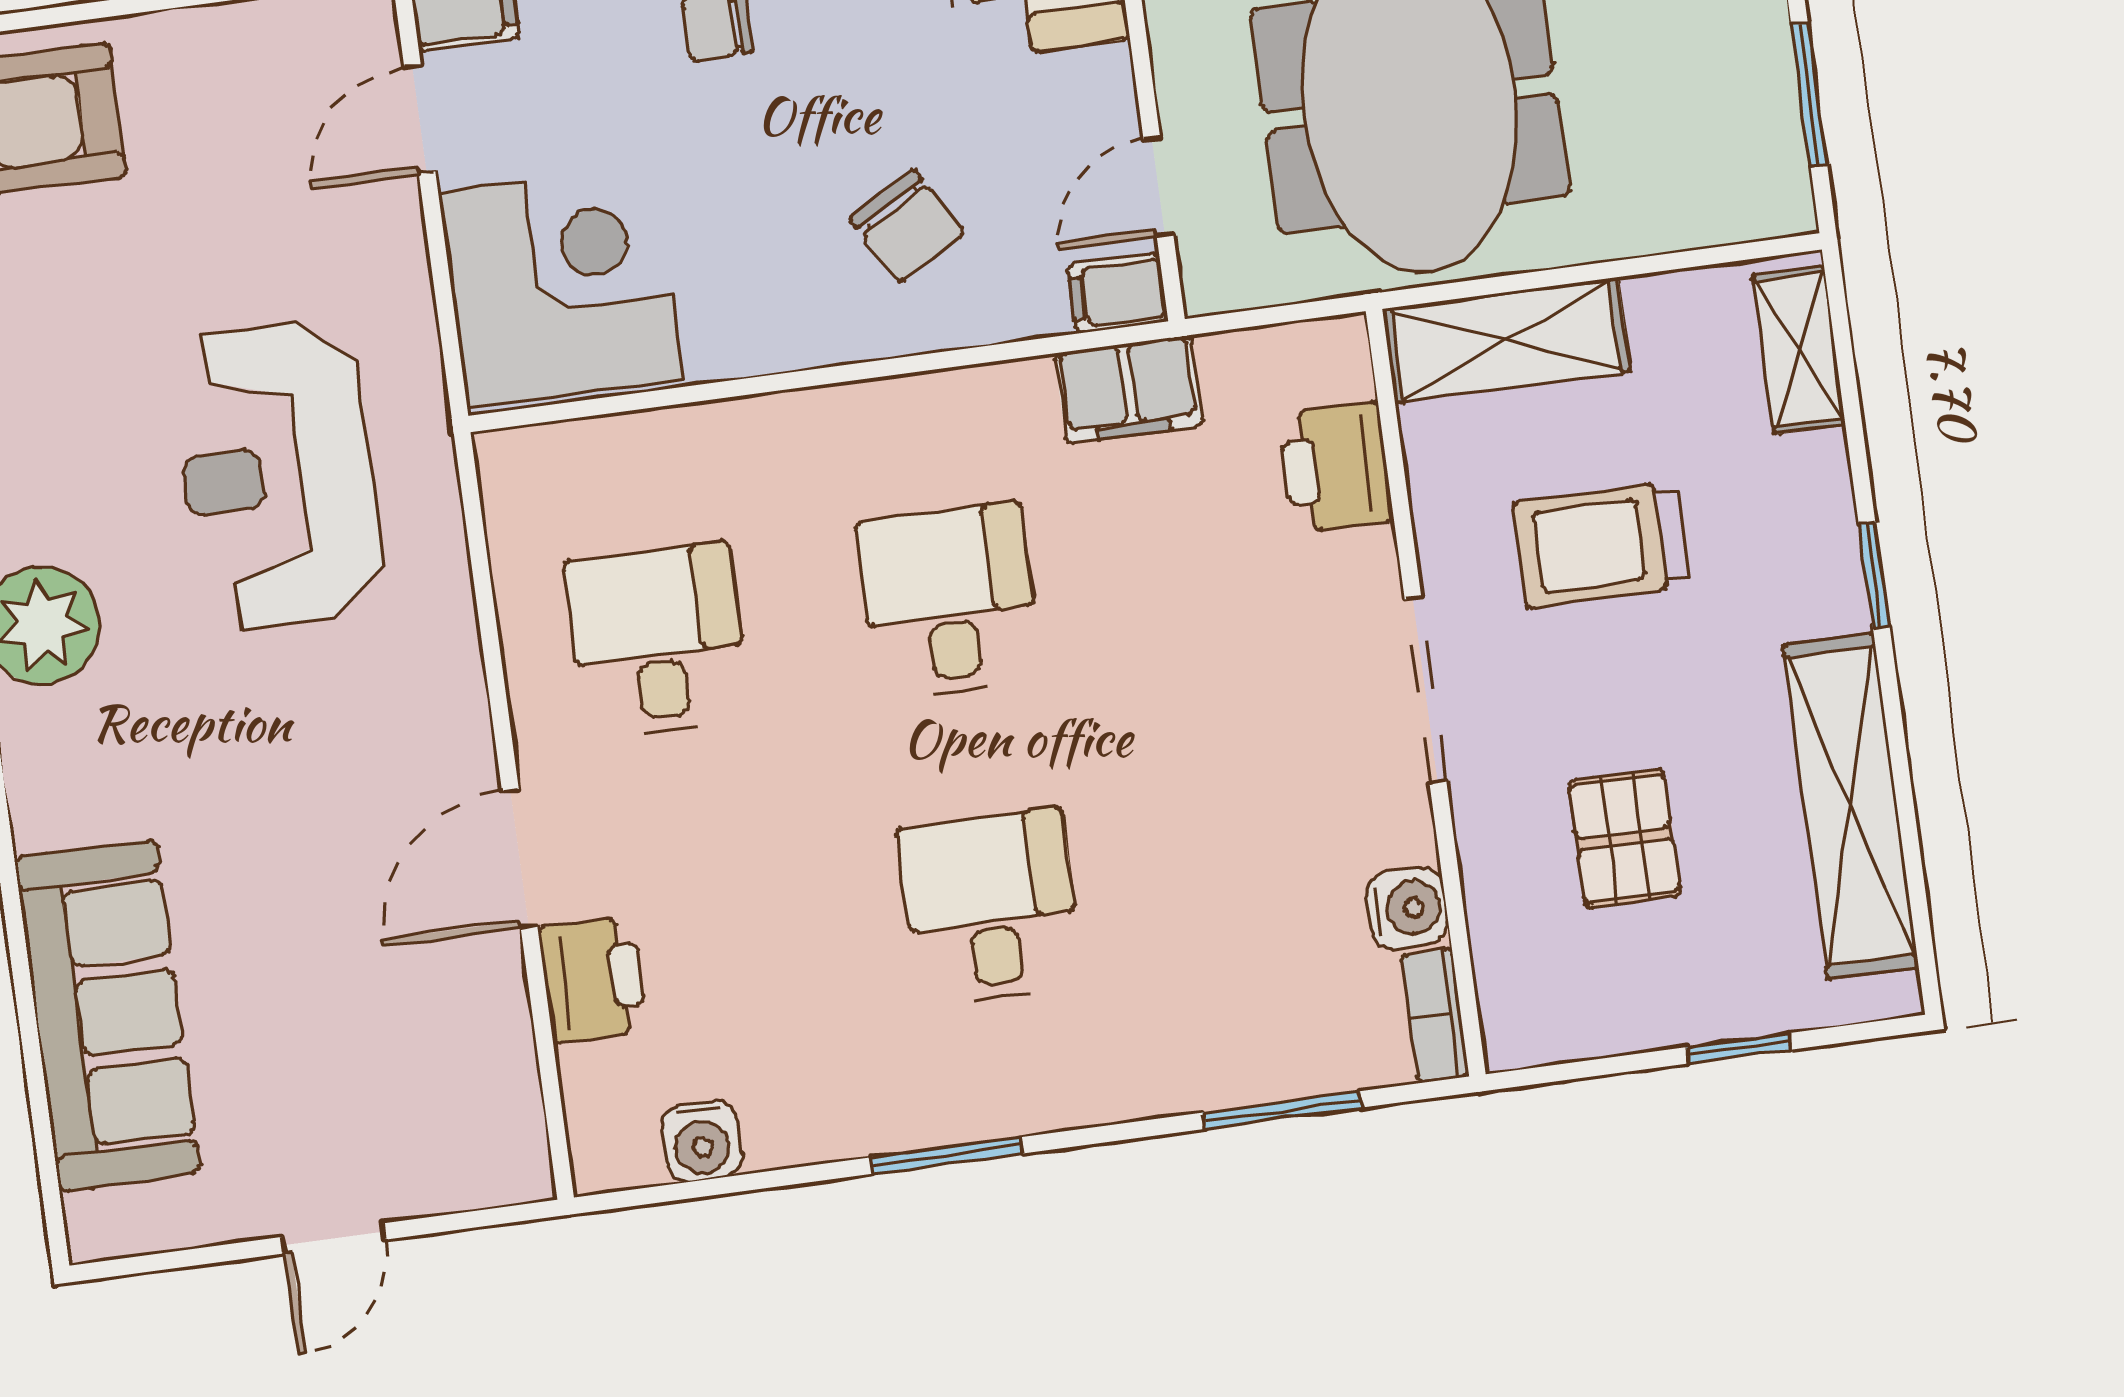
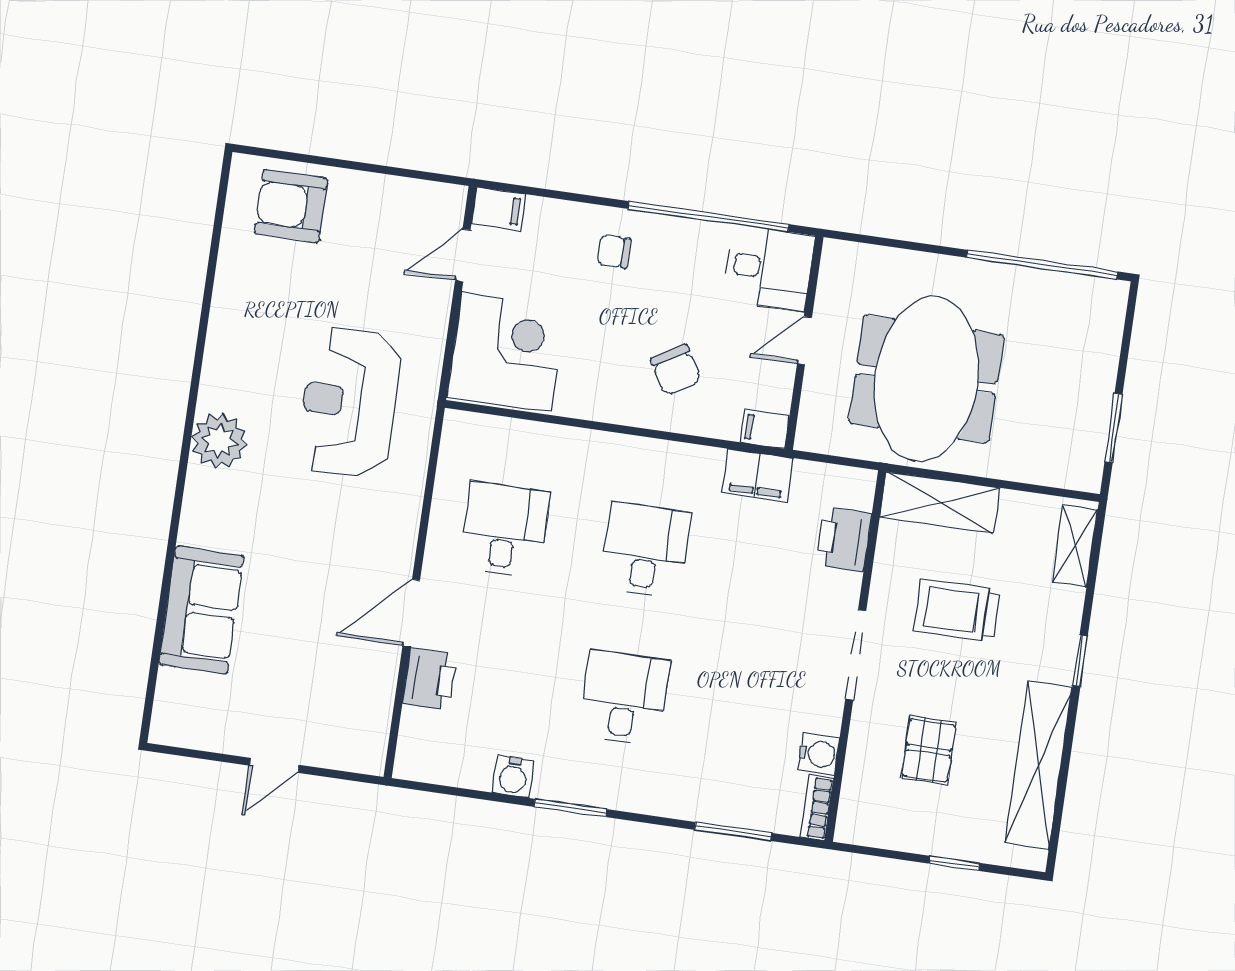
door: (1158, 187) -> (804, 341), moved
sofa: (107, 1015) -> (201, 610), width x0.73
water cooler: (702, 1141) -> (513, 777), moved

